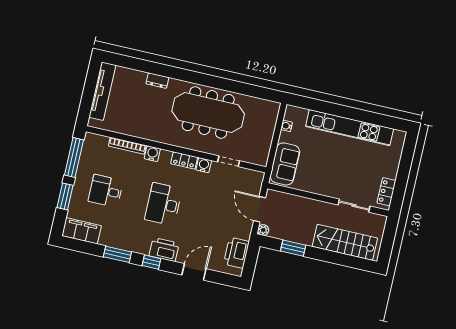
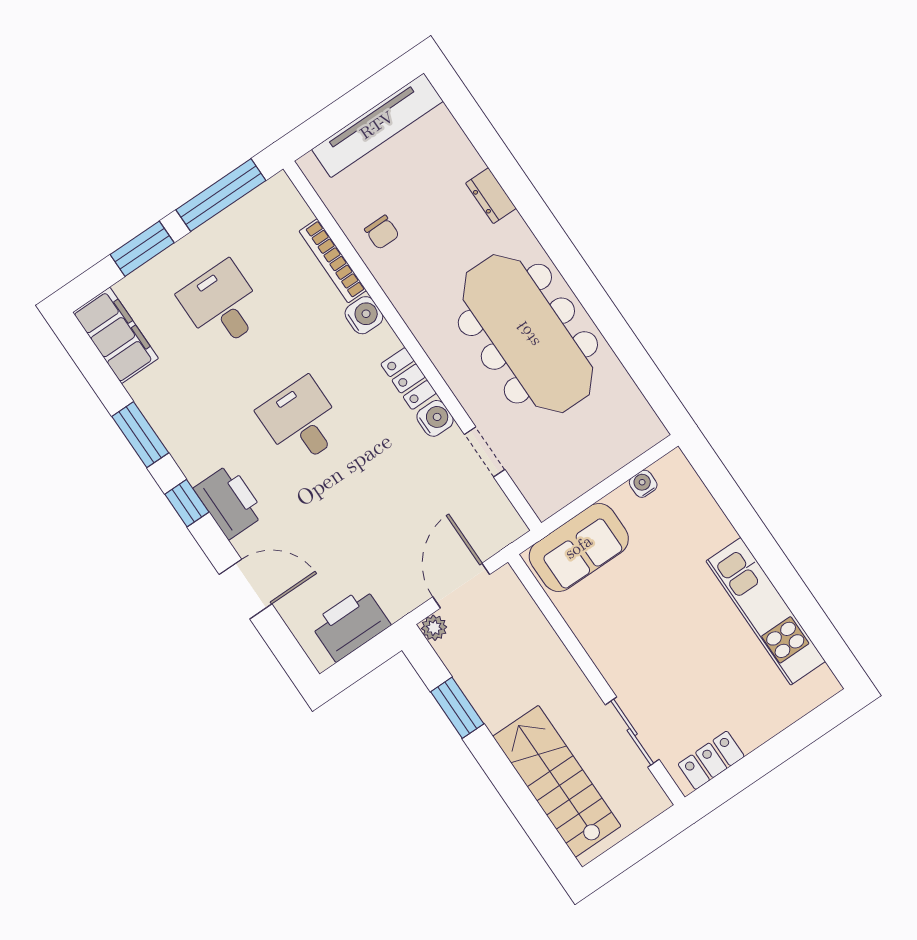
chair: (134, 123) -> (382, 232), added
kitchen unit: (350, 128) -> (766, 611), width x0.73
desk: (163, 204) -> (301, 421), width x0.73

